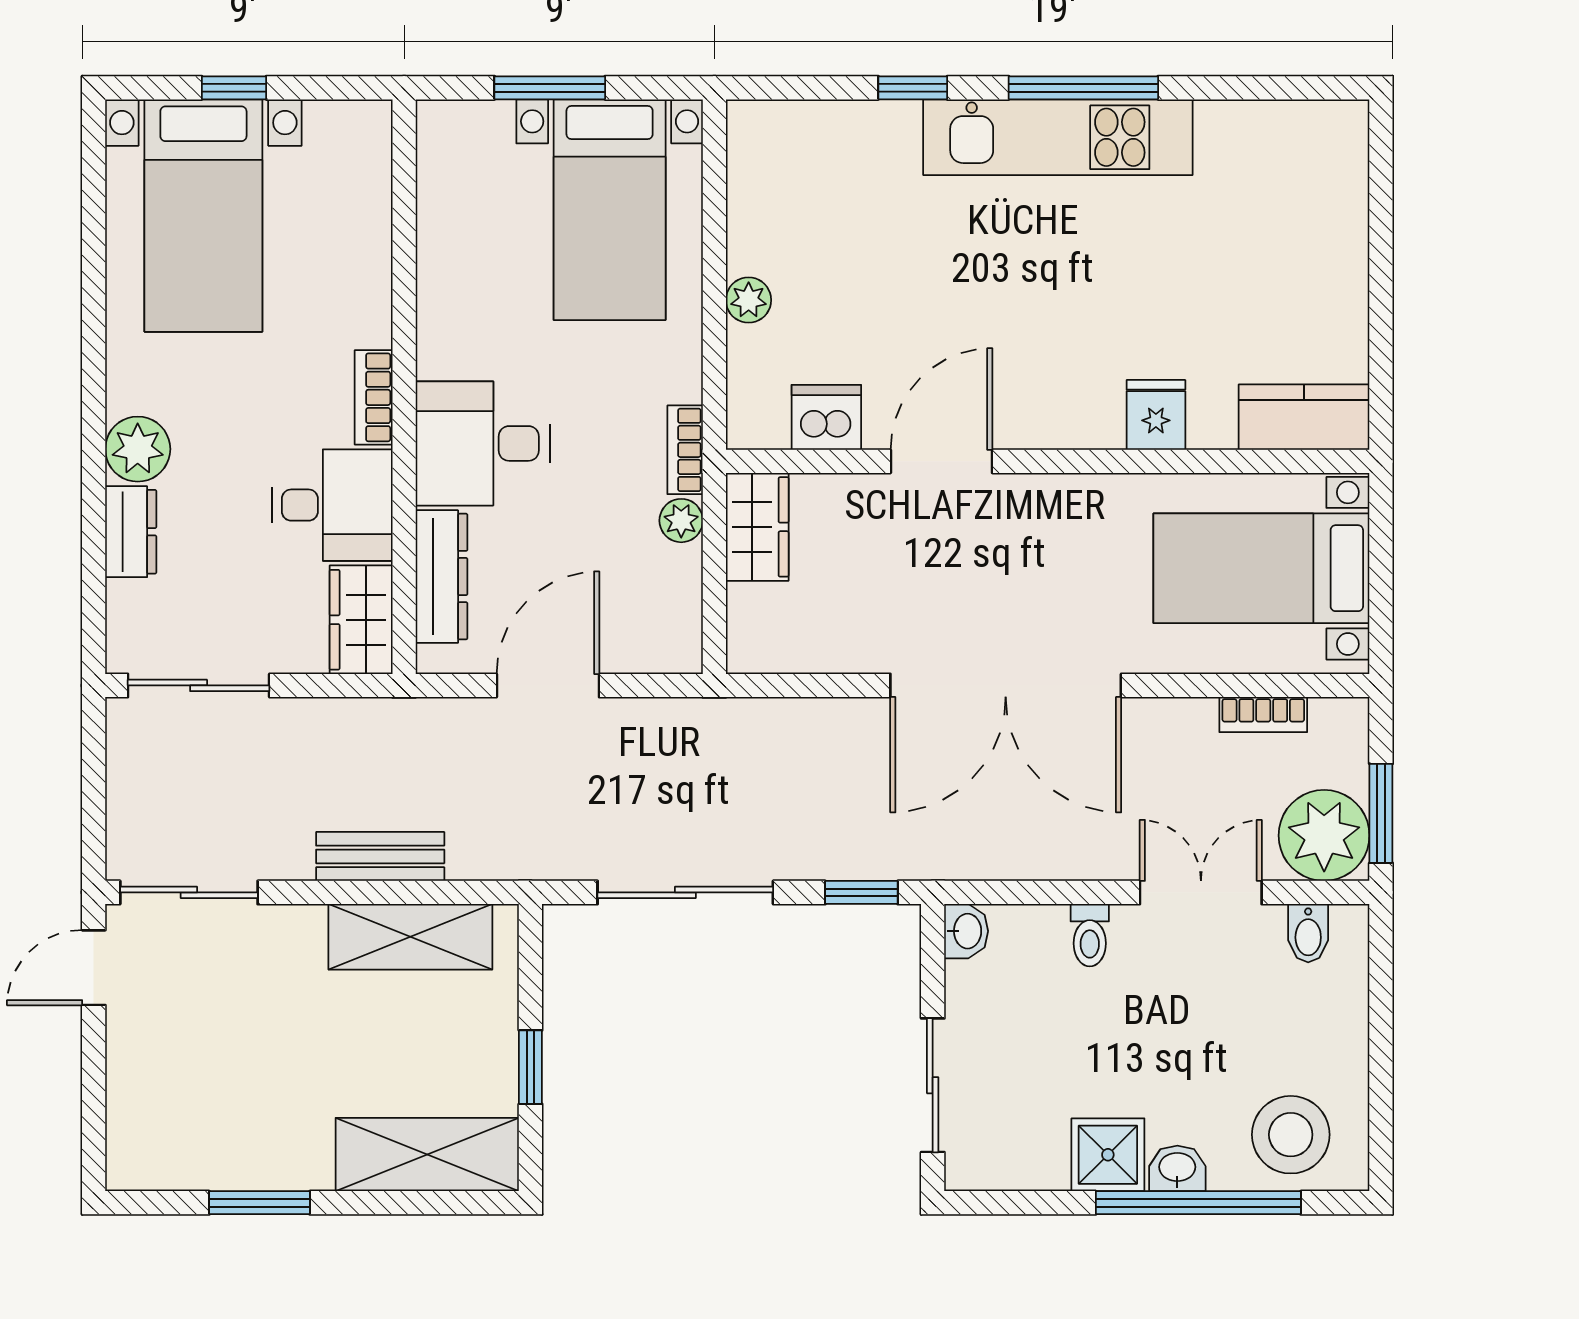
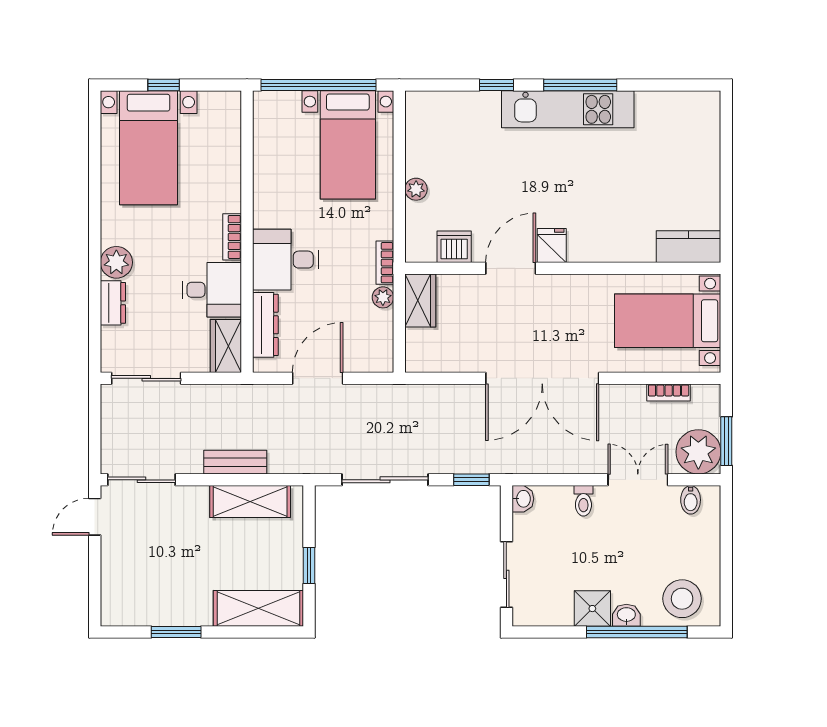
window: (550, 88) -> (318, 85), width x2.11
fridge: (1156, 415) -> (552, 246), moved

